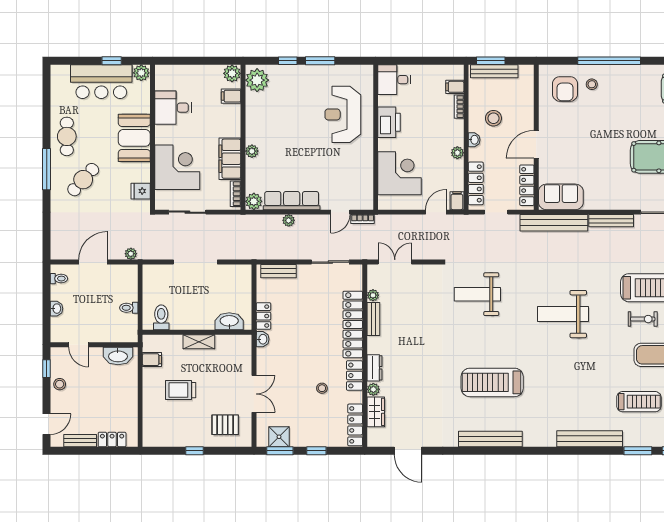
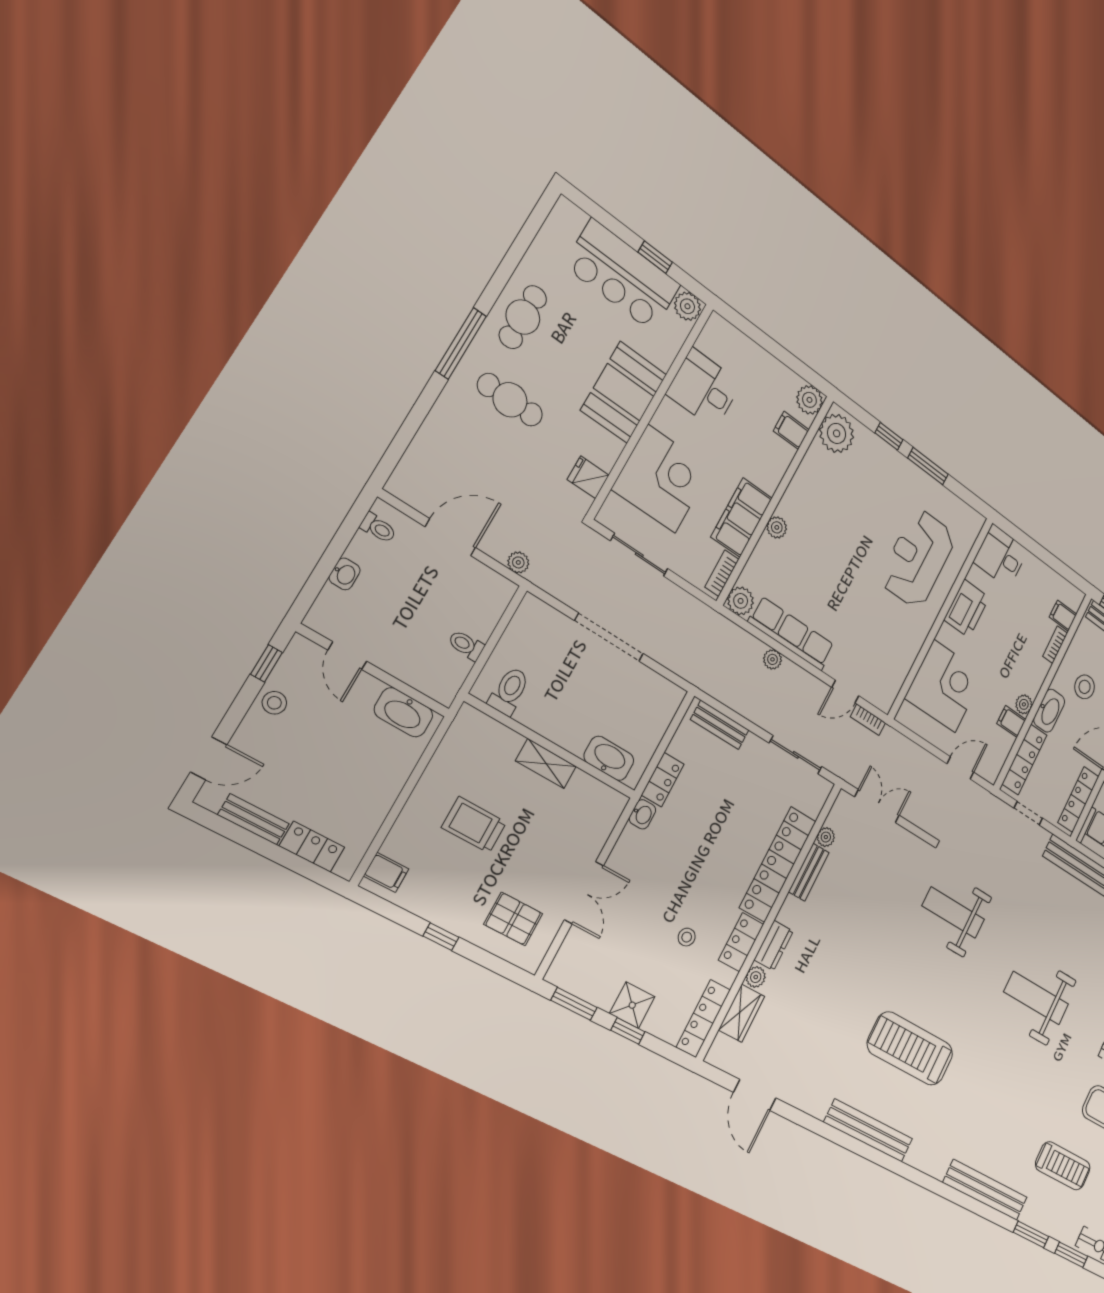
washbasin: (474, 140) -> (1049, 711), width x1.91, depth x1.45
cafe table: (83, 180) -> (510, 400), turned 48
filing cabinet: (457, 201) -> (1011, 722), moved, turned -90
filing cabinet: (152, 360) -> (386, 873), moved
shower: (279, 437) -> (632, 1005), moved

